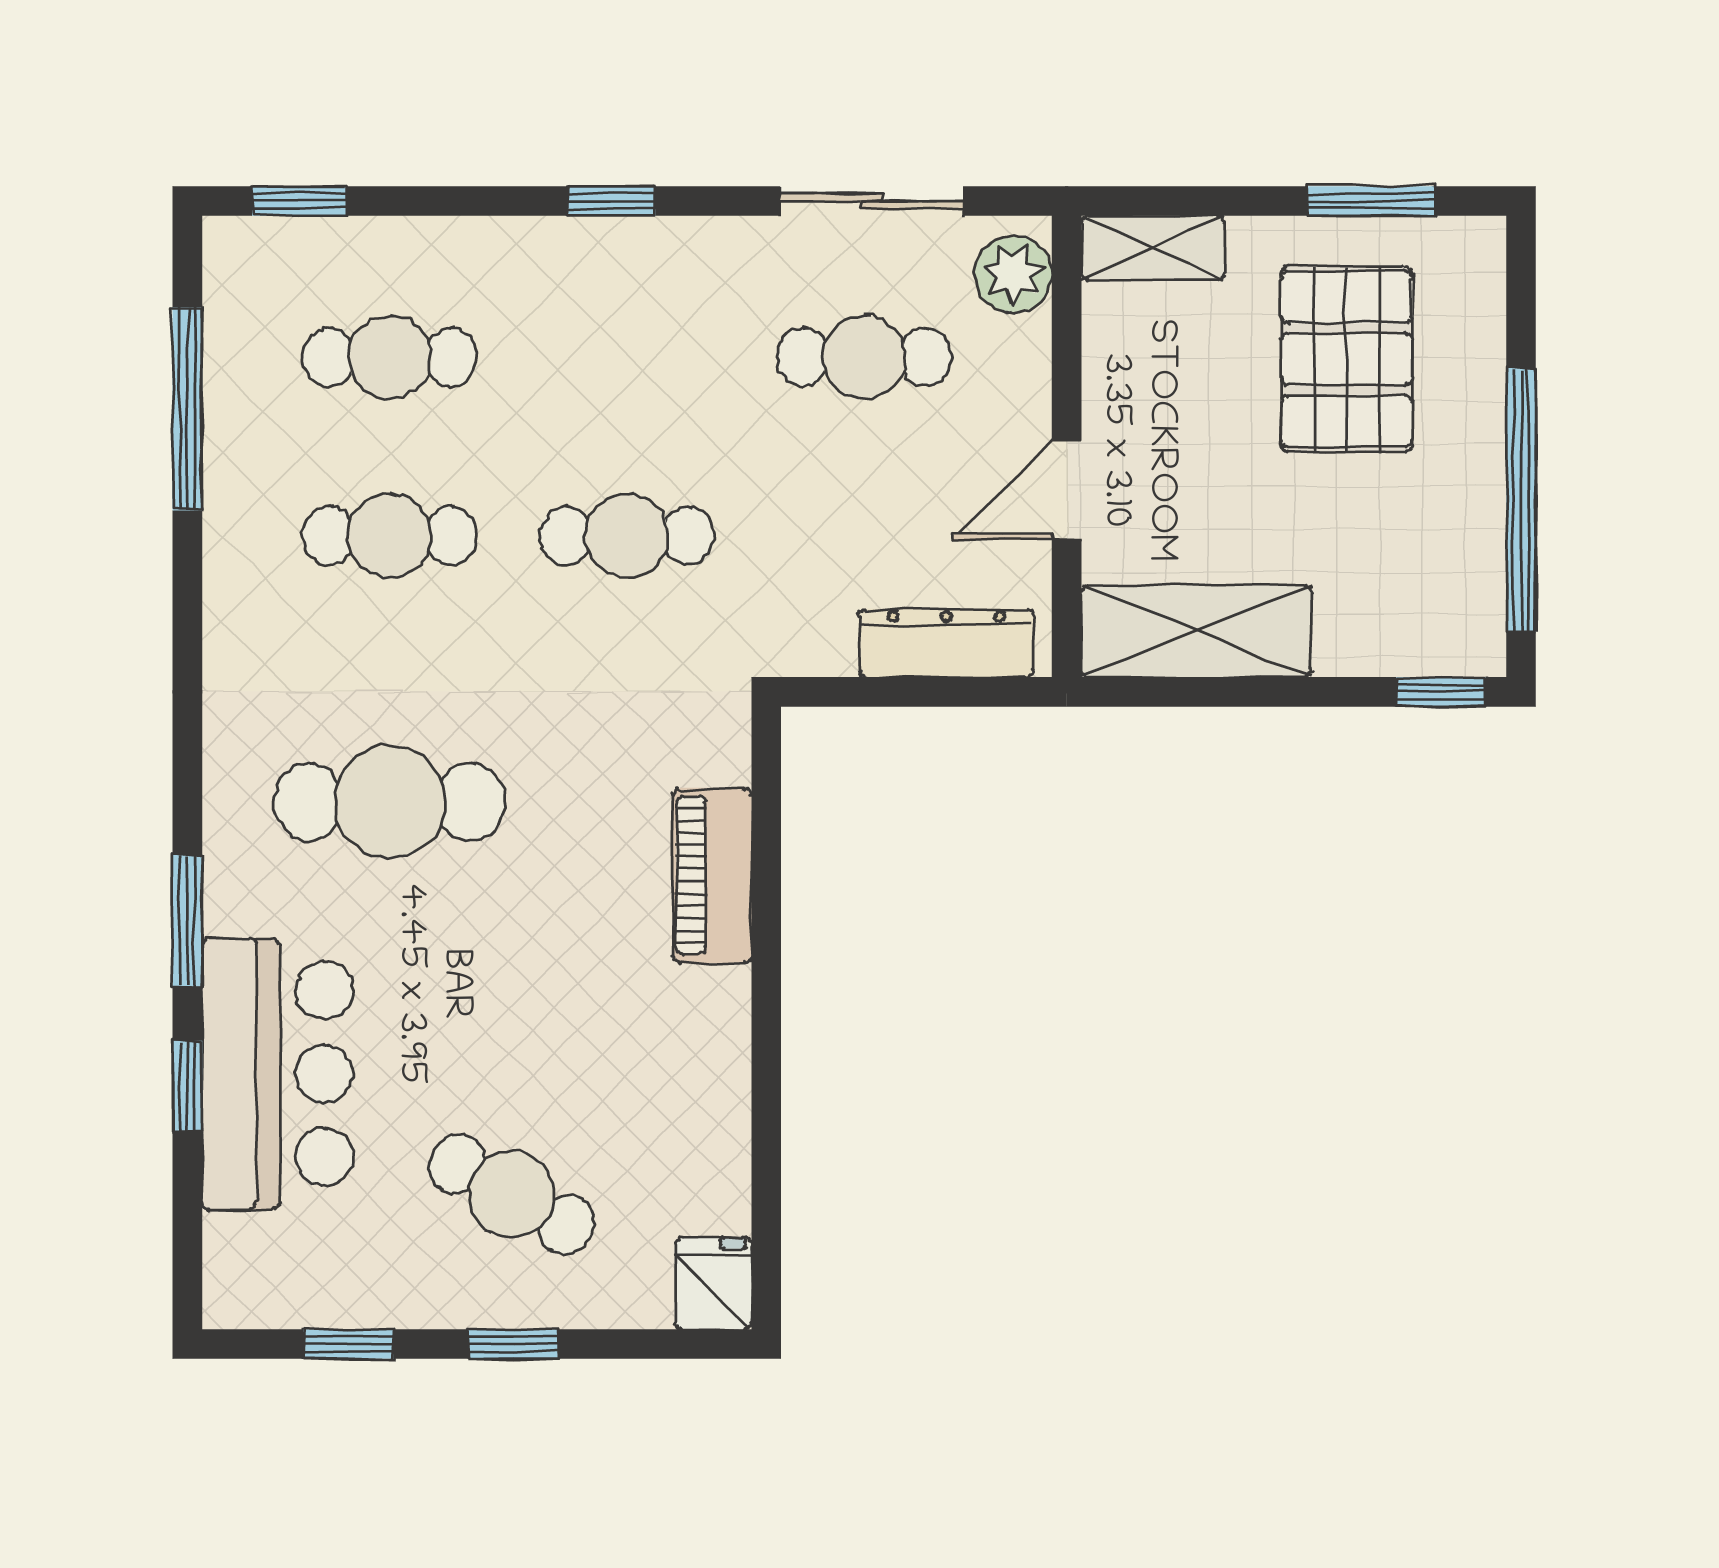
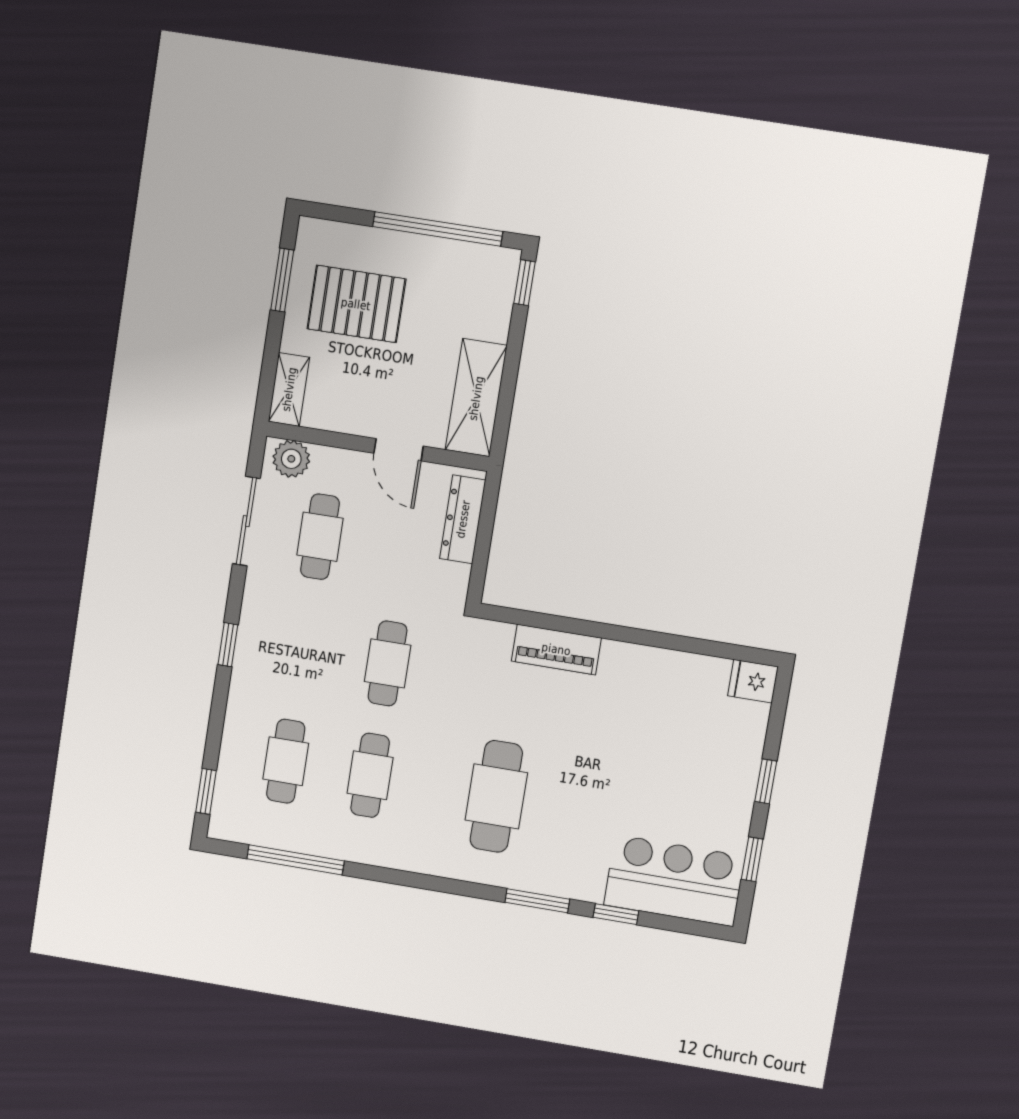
bar counter: (277, 1074) -> (674, 881), moved
cafe table: (512, 1194) -> (694, 770), removed

